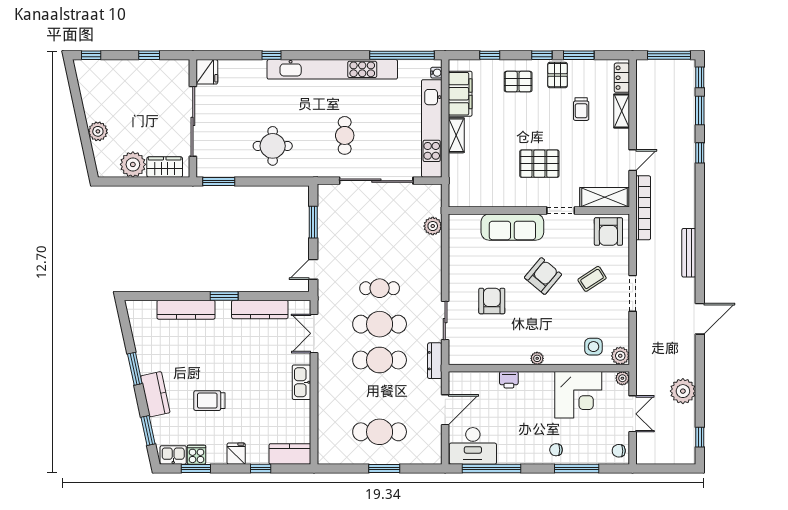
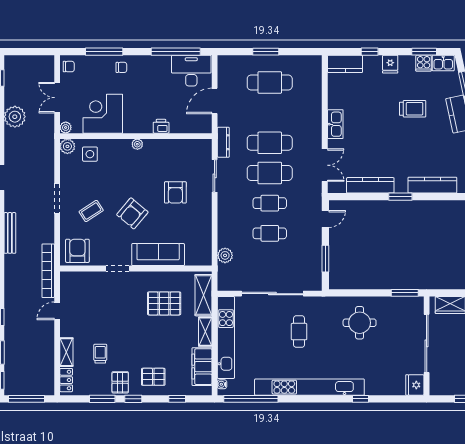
pallet: (539, 164) -> (164, 303), moved
shelving: (605, 197) -> (204, 295), moved, turned 90
cafe table: (380, 252) -> (270, 233), added

